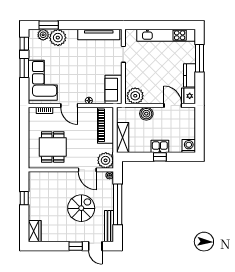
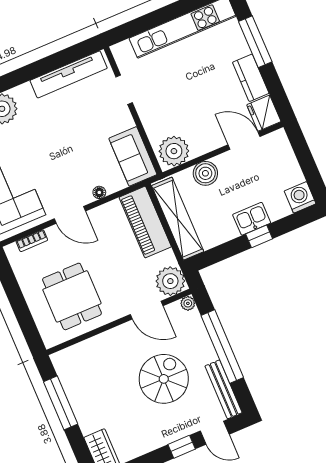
shelving: (123, 138) -> (178, 219), width x1.47
window: (24, 198) -> (61, 403), width x2.17

